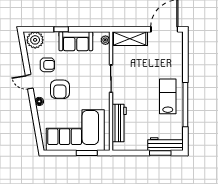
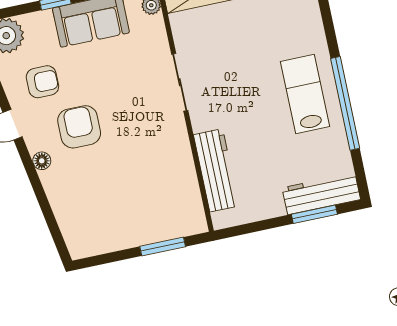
armchair: (60, 89) -> (79, 127), turned 180
corner sofa: (75, 130) -> (129, 204), removed

